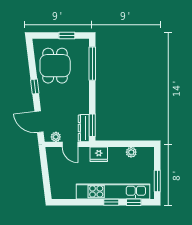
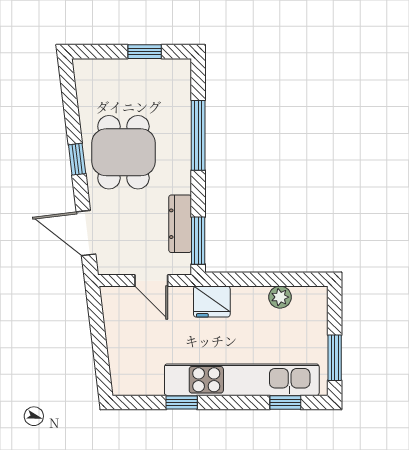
window: (92, 64) -> (198, 135), moved
dining table: (55, 66) -> (123, 152), moved
dresser: (84, 128) -> (180, 224), moved
plant: (56, 137) -> (121, 265), removed
window: (111, 202) -> (182, 402), moved

